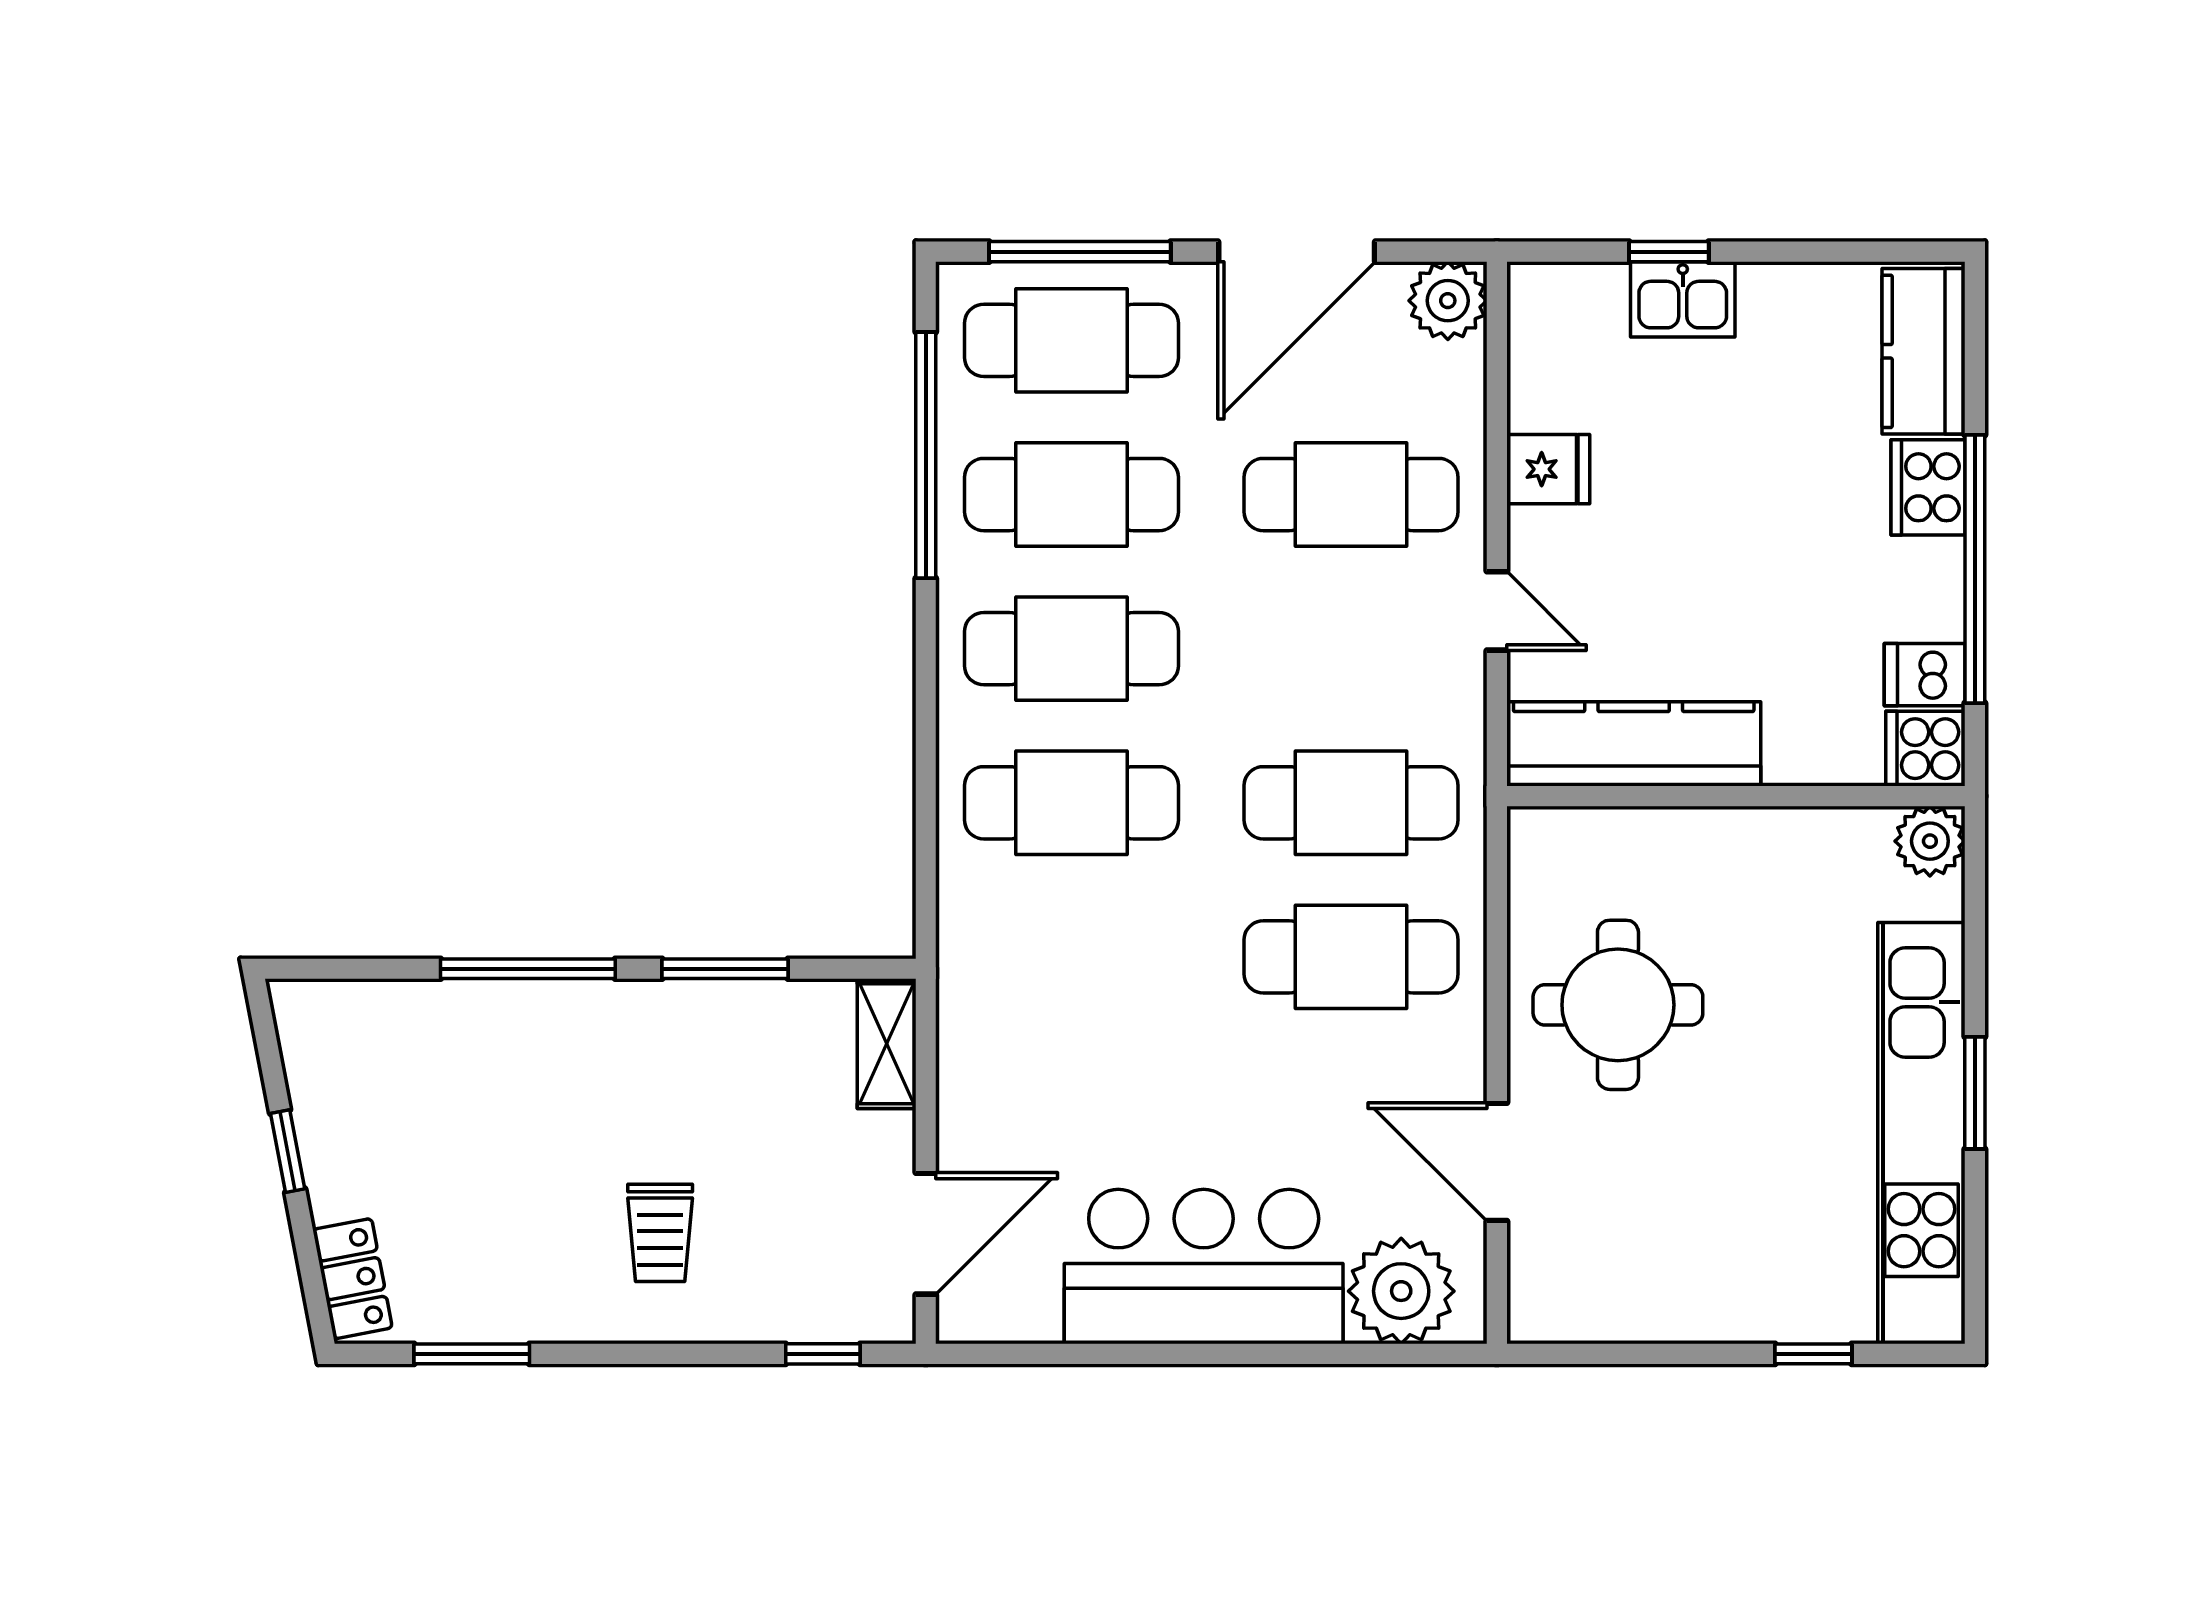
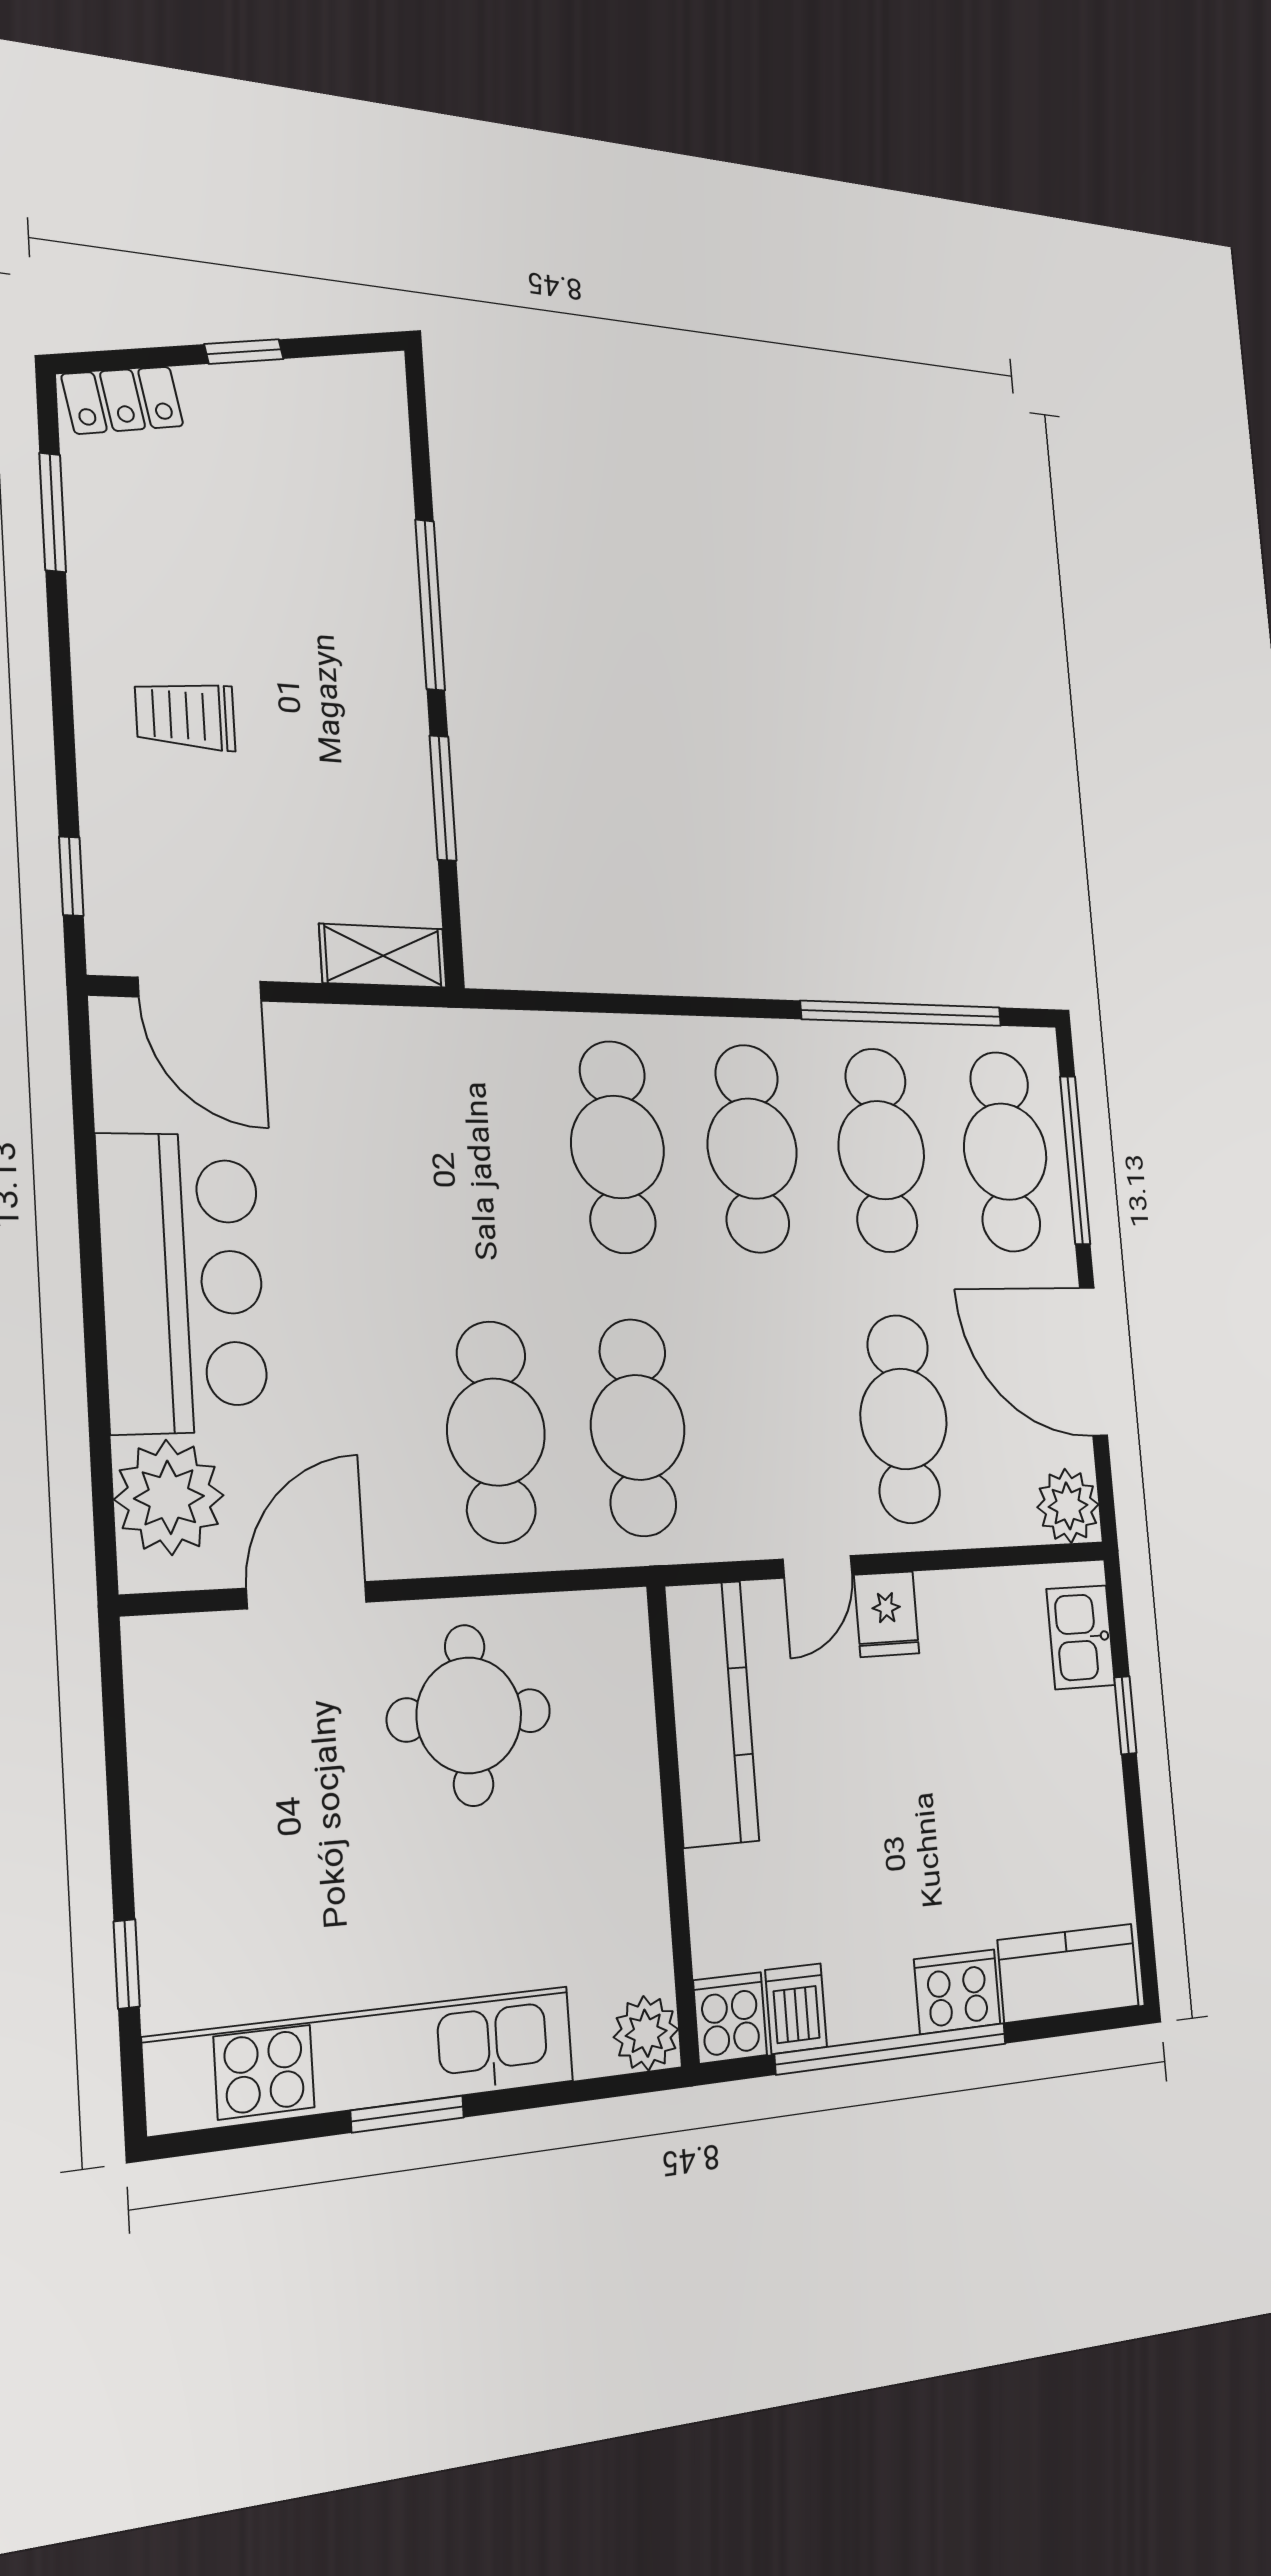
kitchen sink: (1683, 299) -> (1081, 1637), moved
fridge: (1548, 469) -> (887, 1614), moved

